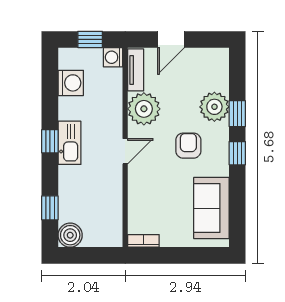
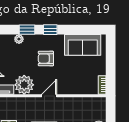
plant: (214, 107) -> (19, 39), width x0.53, depth x0.53
door: (125, 151) -> (49, 96), hinge flipped

